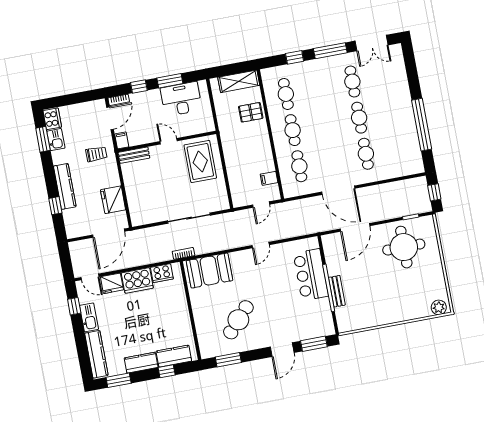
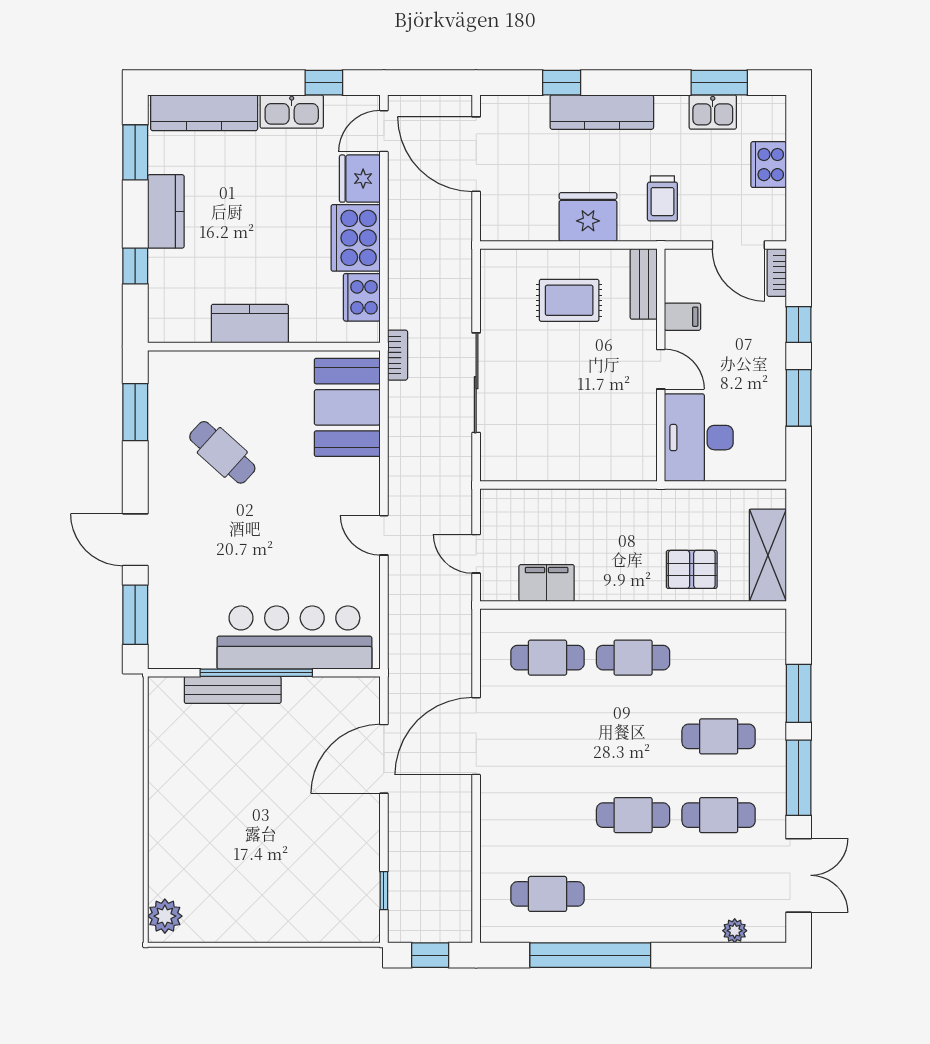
double door: (372, 43) -> (799, 875), swing flipped
window: (295, 57) -> (799, 693), width x1.50
plant: (400, 66) -> (735, 931), added
cafe table: (286, 94) -> (719, 736), moved
desk: (181, 99) -> (699, 438), moved, turned 180
pallet: (251, 112) -> (692, 569), turned 90
cooker: (52, 119) -> (769, 165), moved, turned 90
filing cabinet: (122, 140) -> (683, 317), moved
door: (169, 141) -> (661, 369), hinge flipped
cafe table: (366, 154) -> (548, 894), moved
rug: (200, 161) -> (569, 300), moved, width x0.73, depth x0.70
filing cabinet: (269, 178) -> (547, 583), width x2.00
fridge: (113, 200) -> (588, 217), moved
door: (355, 227) -> (384, 759), hinge flipped
door: (109, 233) -> (476, 154), moved
round table: (404, 247) -> (318, 862), removed
bar counter: (311, 275) -> (294, 637), width x1.36
bench: (337, 291) -> (233, 690), width x1.36
cafe table: (238, 320) -> (222, 452), width x0.73, depth x0.74
kitchen counter: (174, 356) -> (250, 324), moved, turned -90

